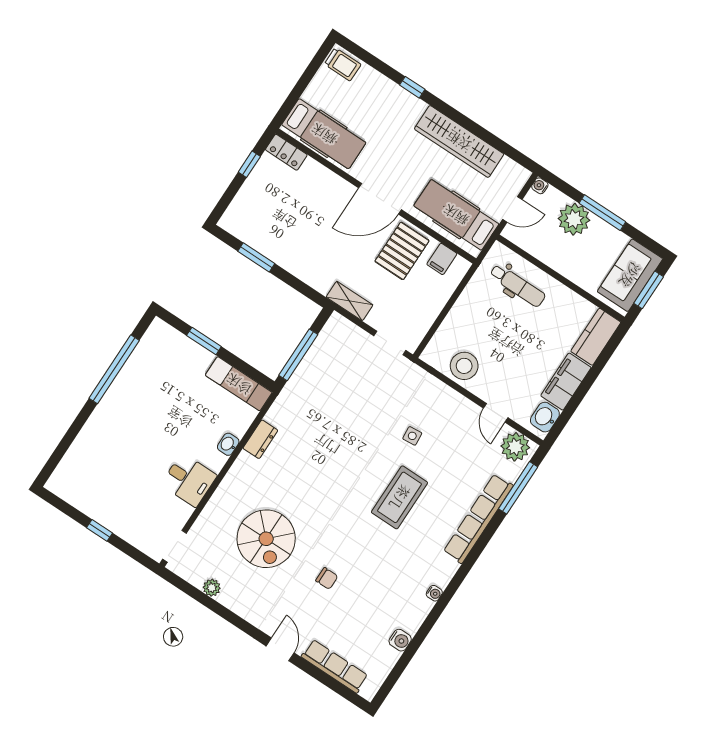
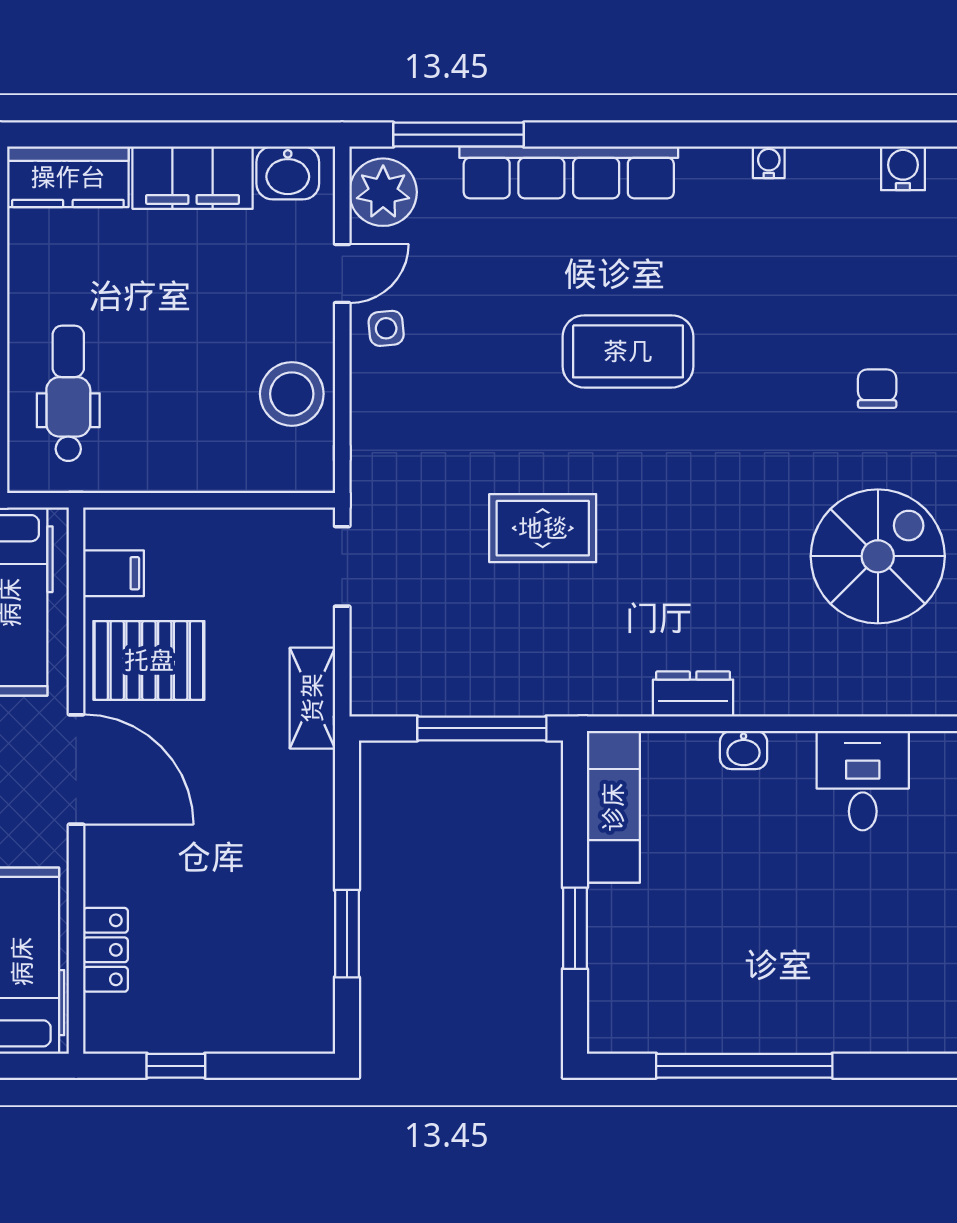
locker: (286, 152) -> (106, 950), moved
rug: (356, 425) -> (543, 528), added
side table: (412, 436) -> (386, 328), moved

